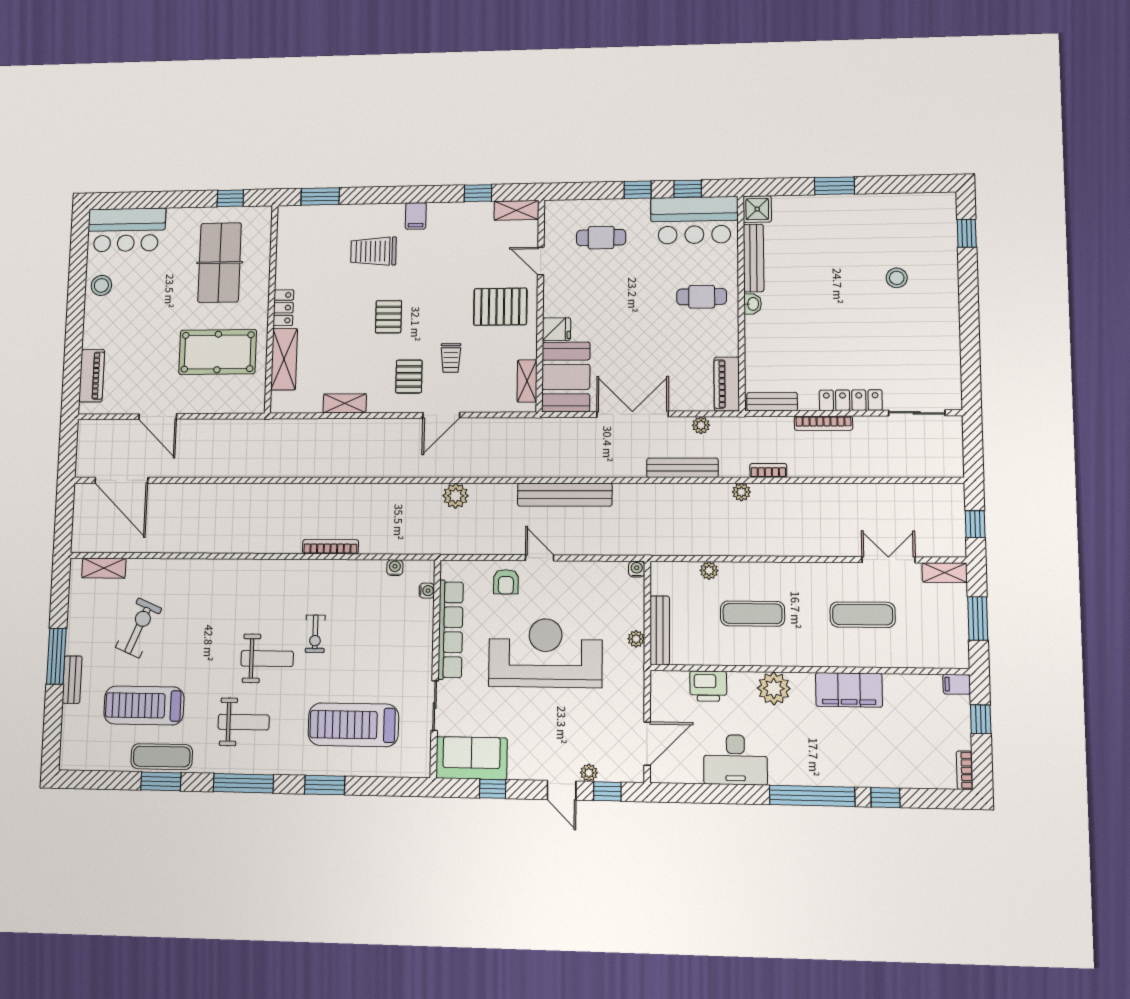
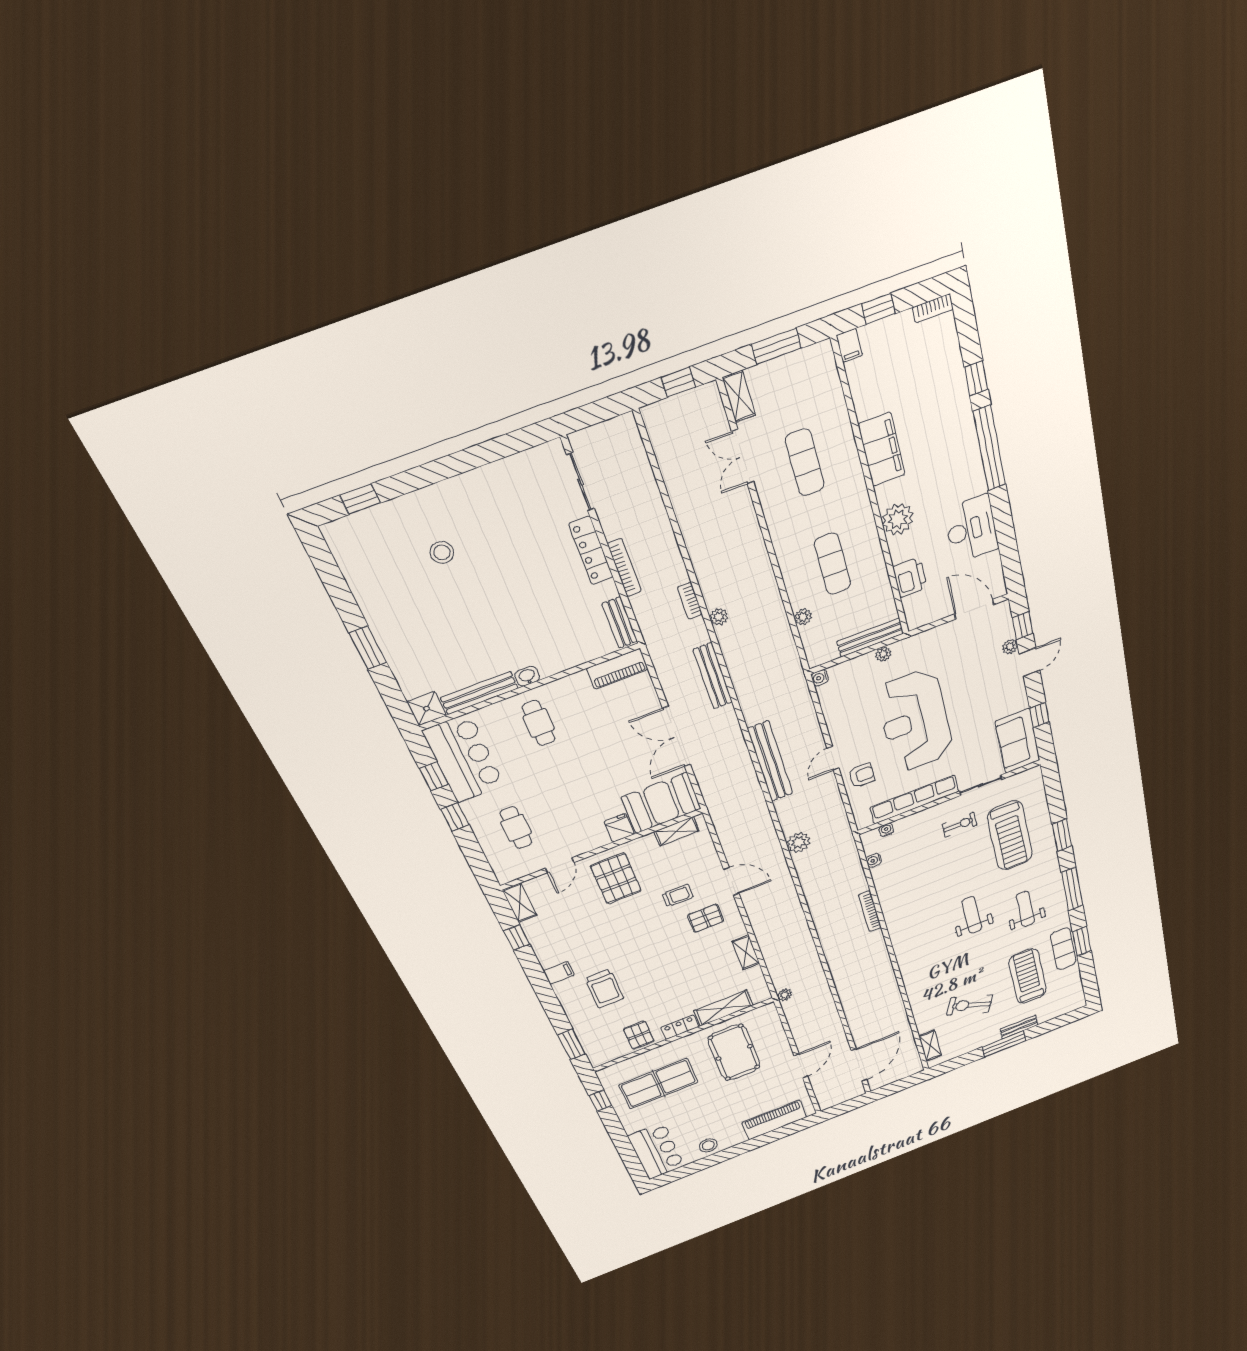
pallet: (389, 317) -> (639, 1035), moved, turned 90
piano: (92, 376) -> (774, 1120), width x1.37, depth x1.33
plant: (701, 425) -> (785, 995), moved
exercise bike: (315, 634) -> (959, 825), moved
treadmill: (144, 705) -> (1028, 976), turned 180

